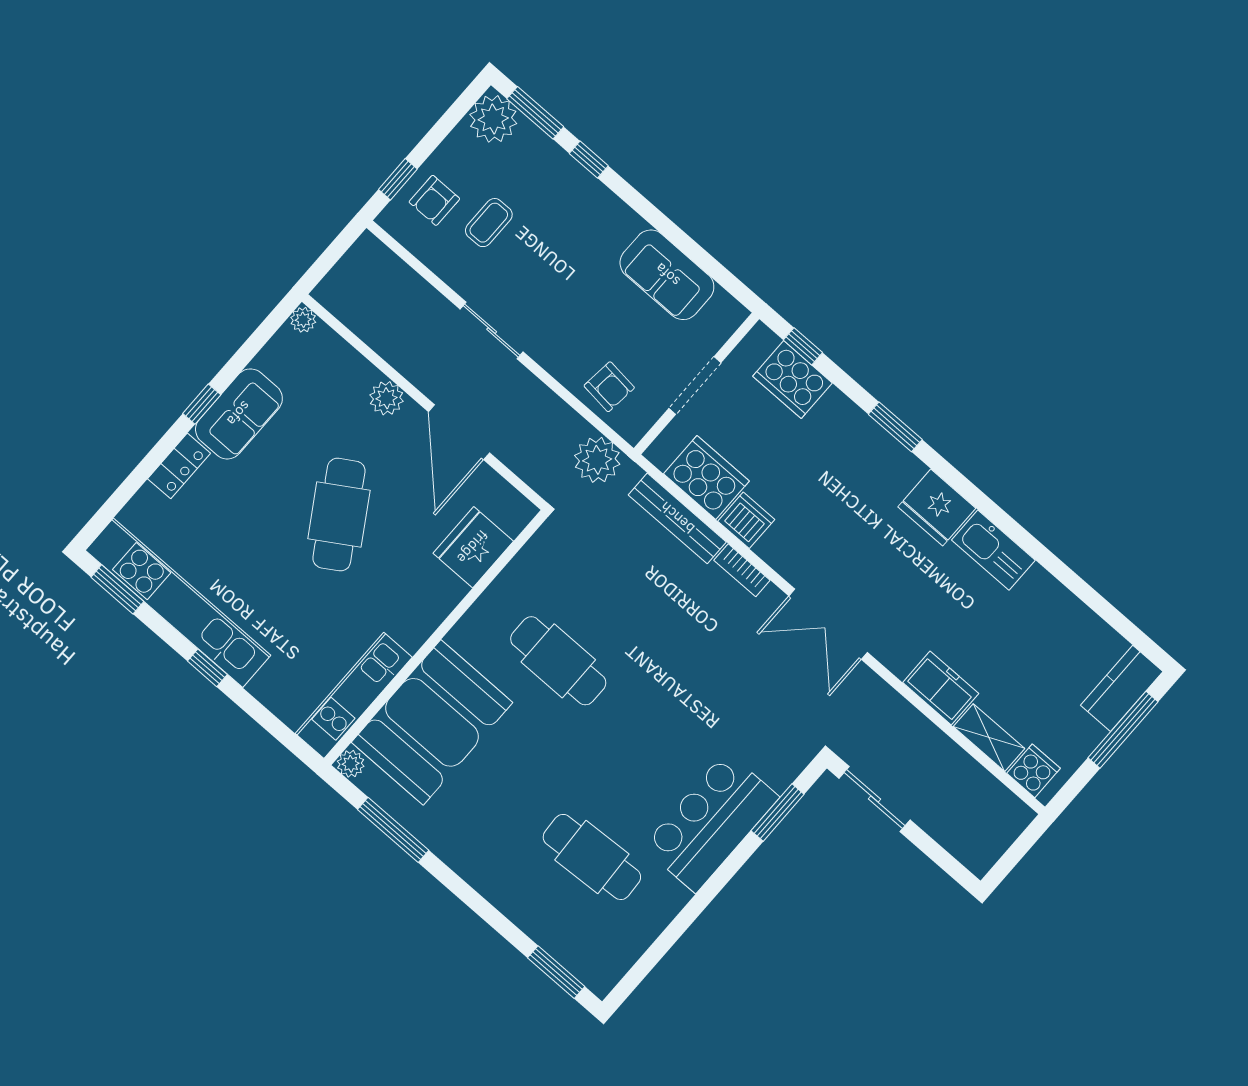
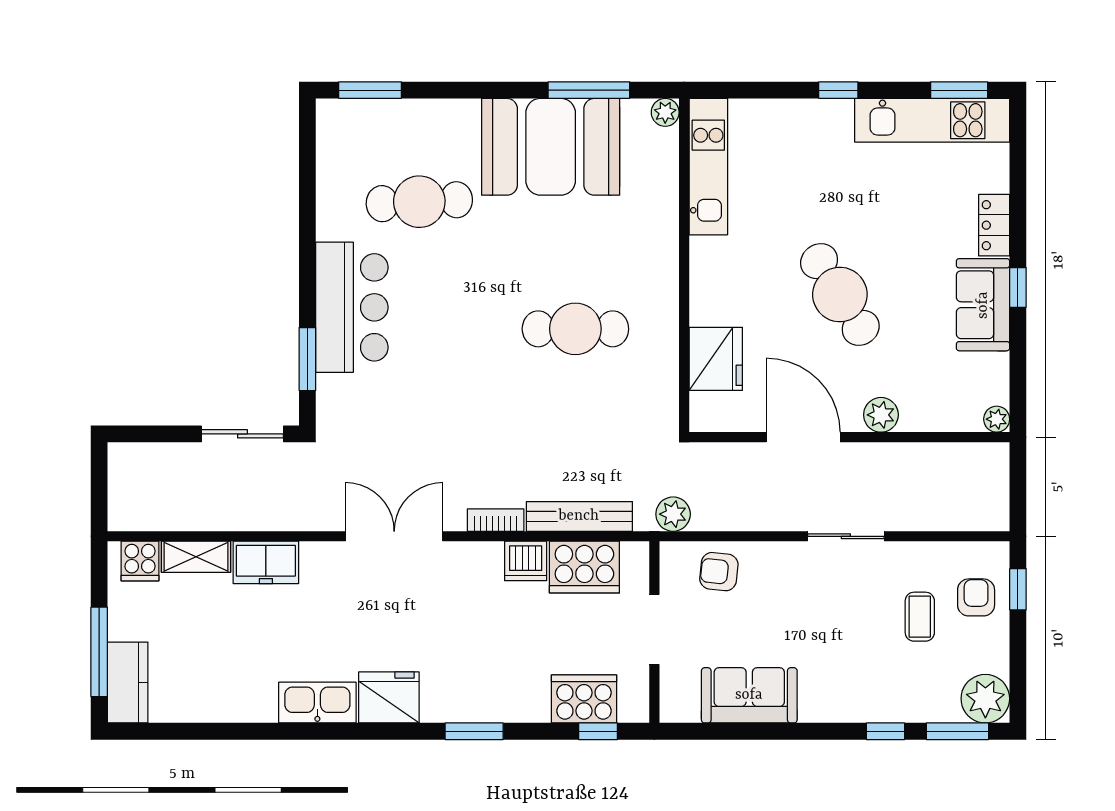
plant: (597, 460) -> (673, 514), width x0.73, depth x0.73
kitchen unit: (178, 603) -> (932, 120), width x0.73
booth: (432, 722) -> (551, 147), moved, turned 90

